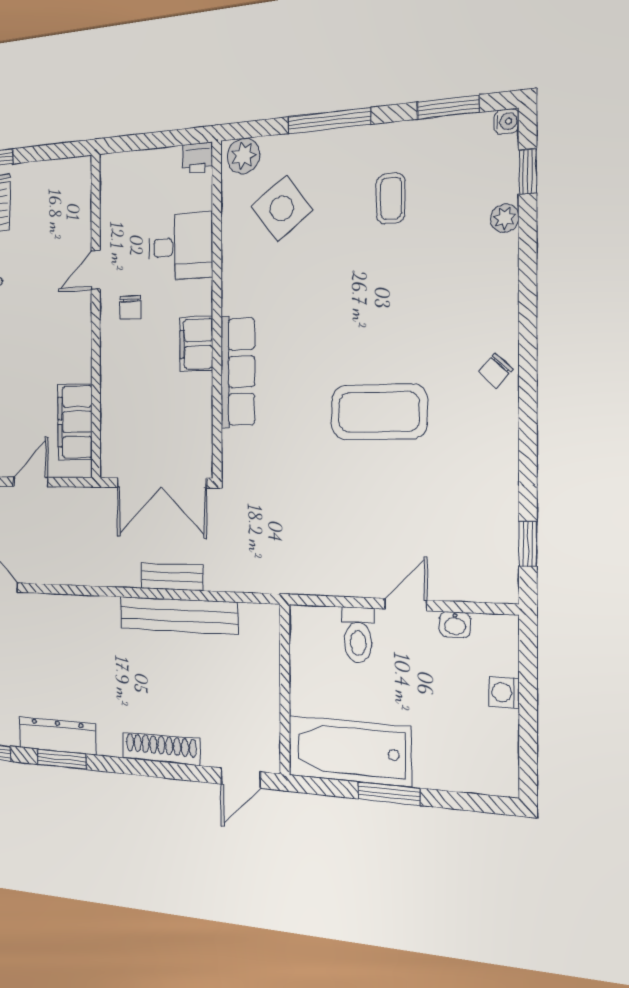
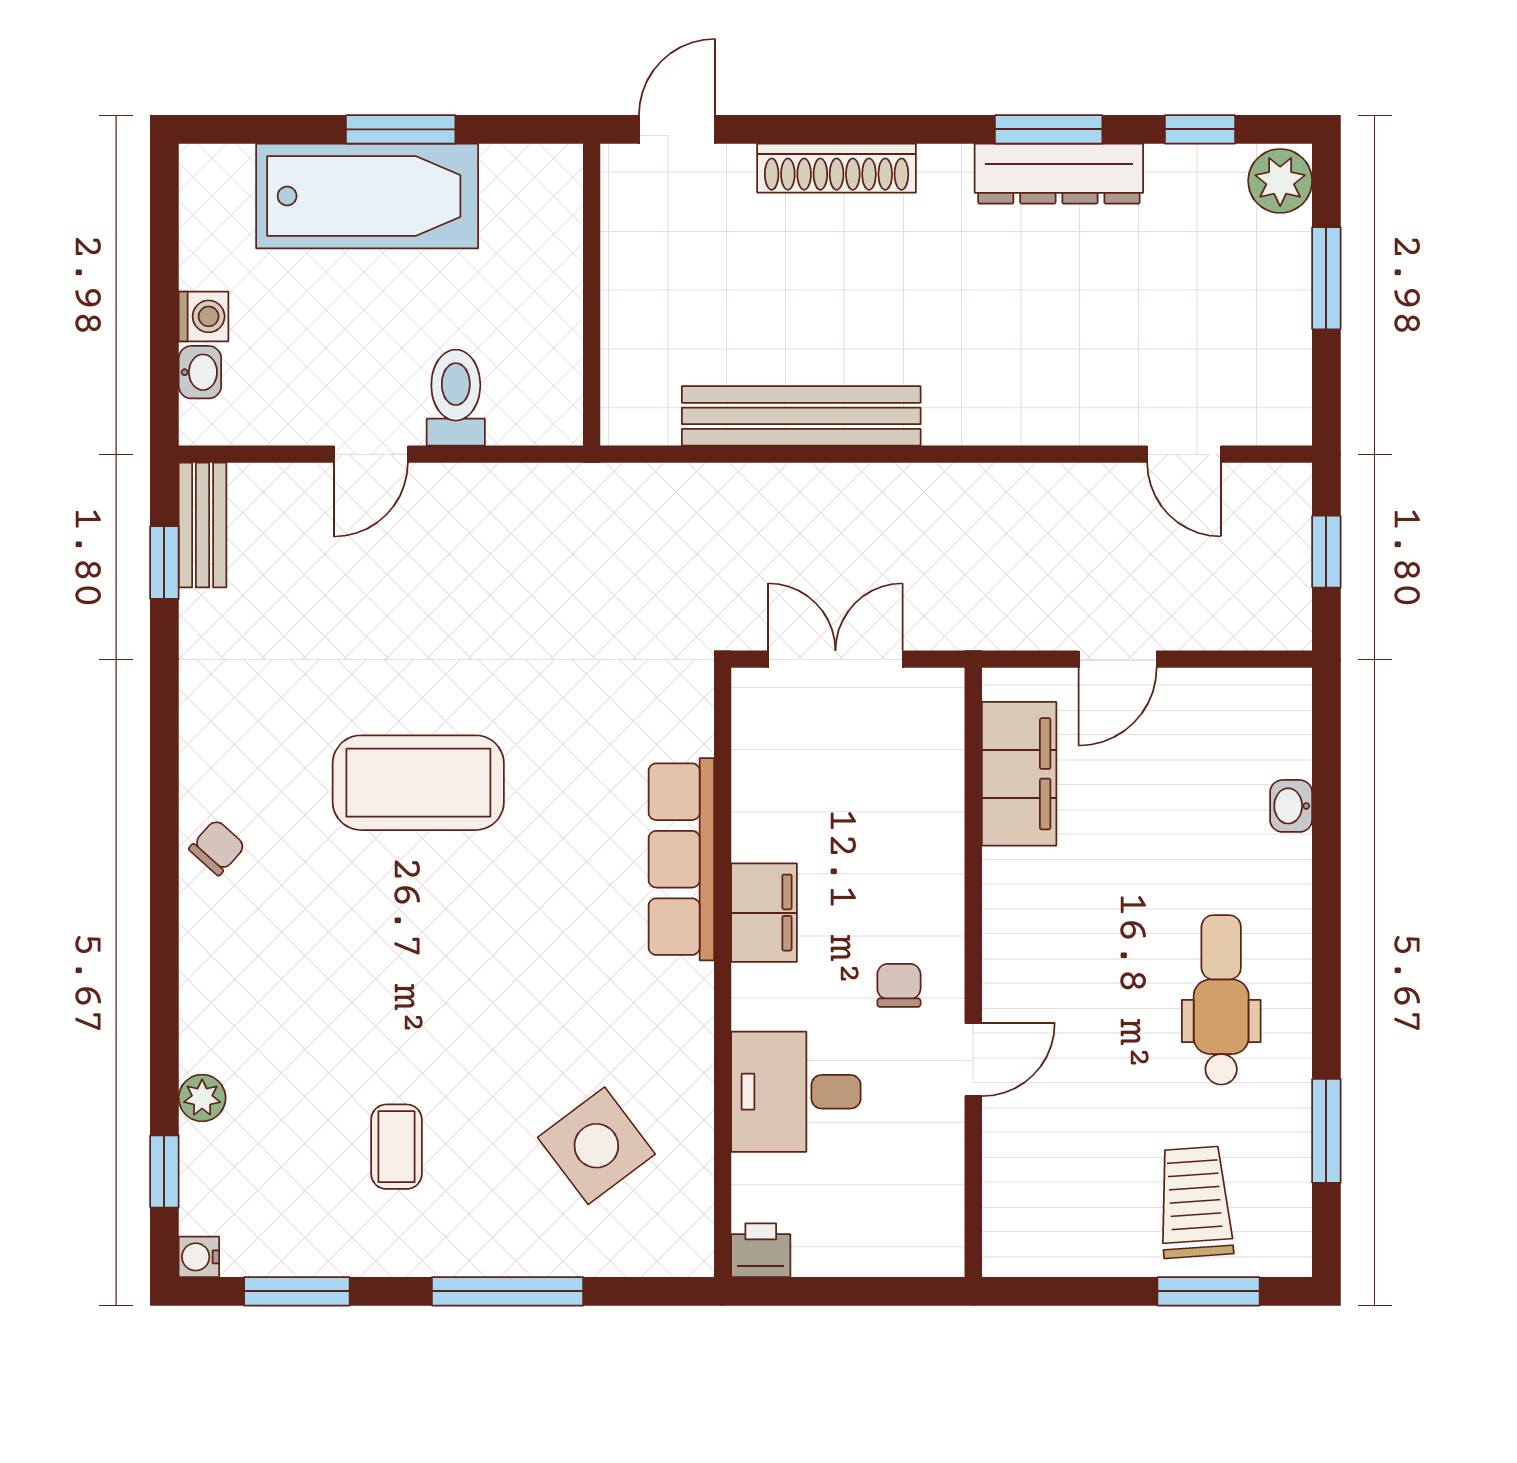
plant: (243, 156) -> (670, 1246), removed
double door: (161, 483) -> (835, 659), width x0.73
bench: (172, 577) -> (203, 525), moved, turned 90
washbasin: (455, 625) -> (200, 372), moved, turned 90
bathtub: (349, 751) -> (367, 196), moved

